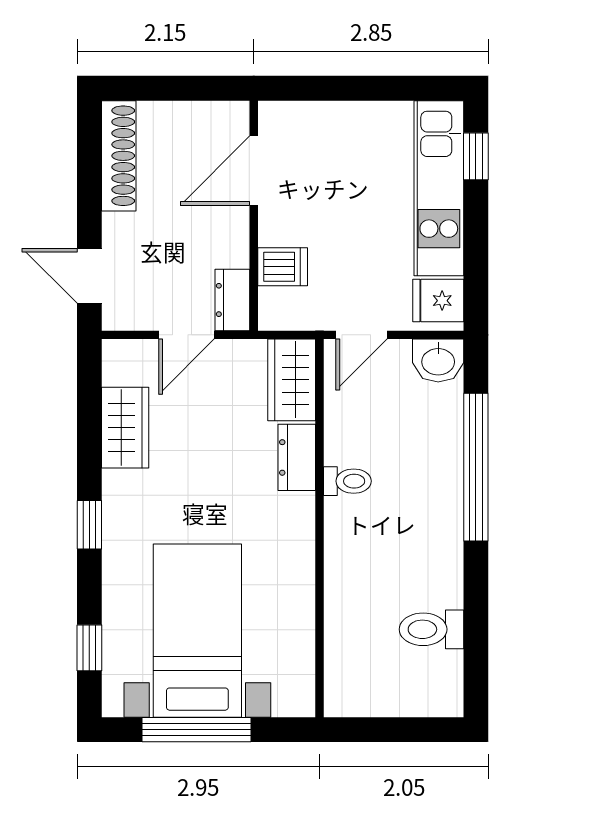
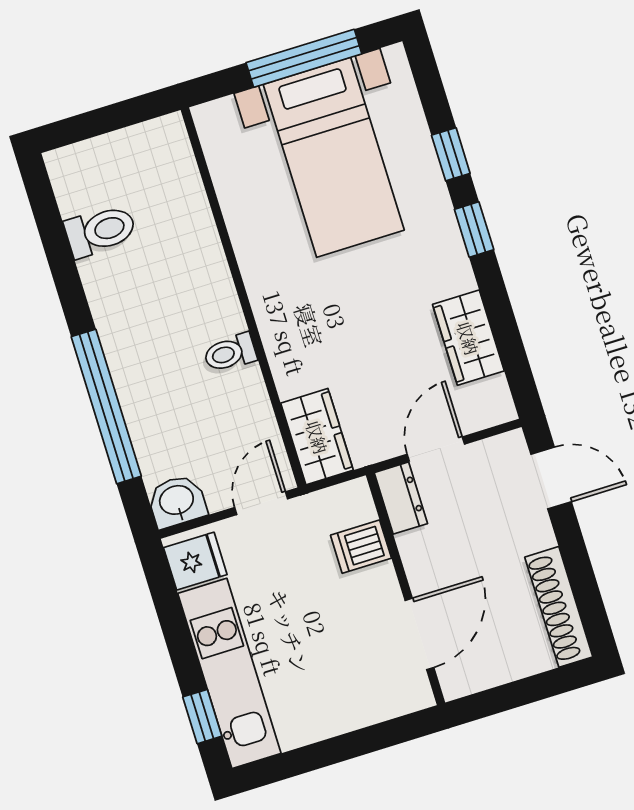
dresser: (297, 457) -> (288, 361), removed
window: (89, 648) -> (451, 154), moved

